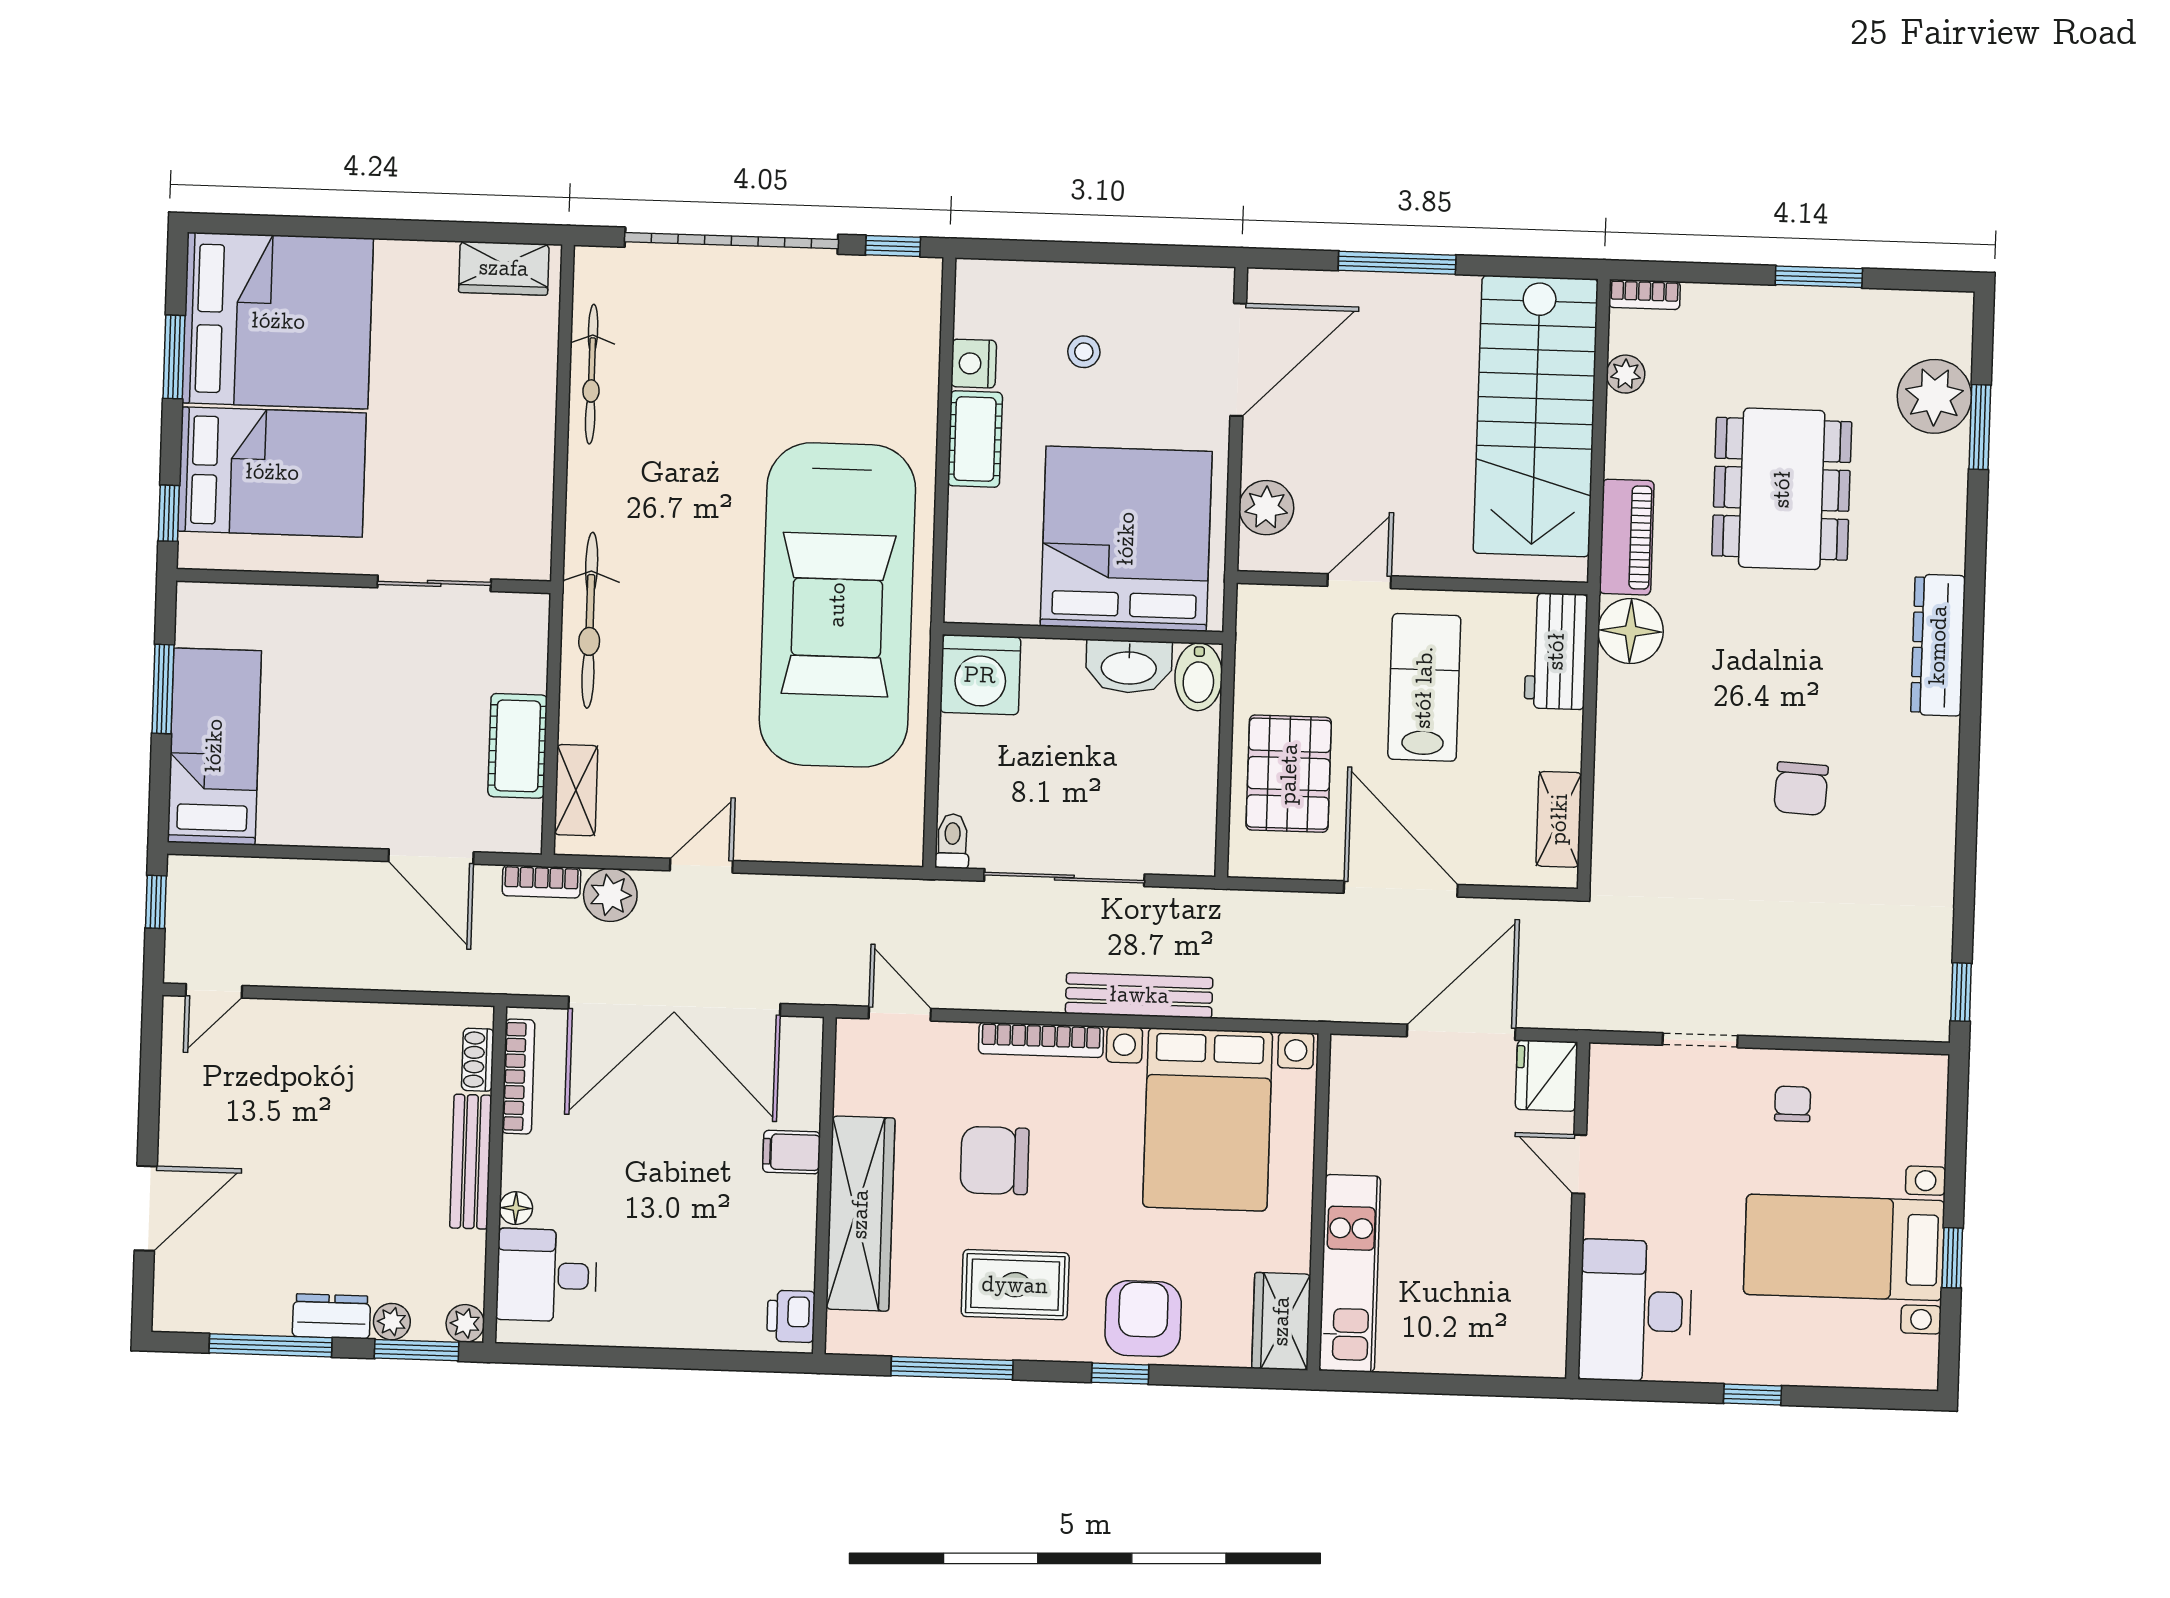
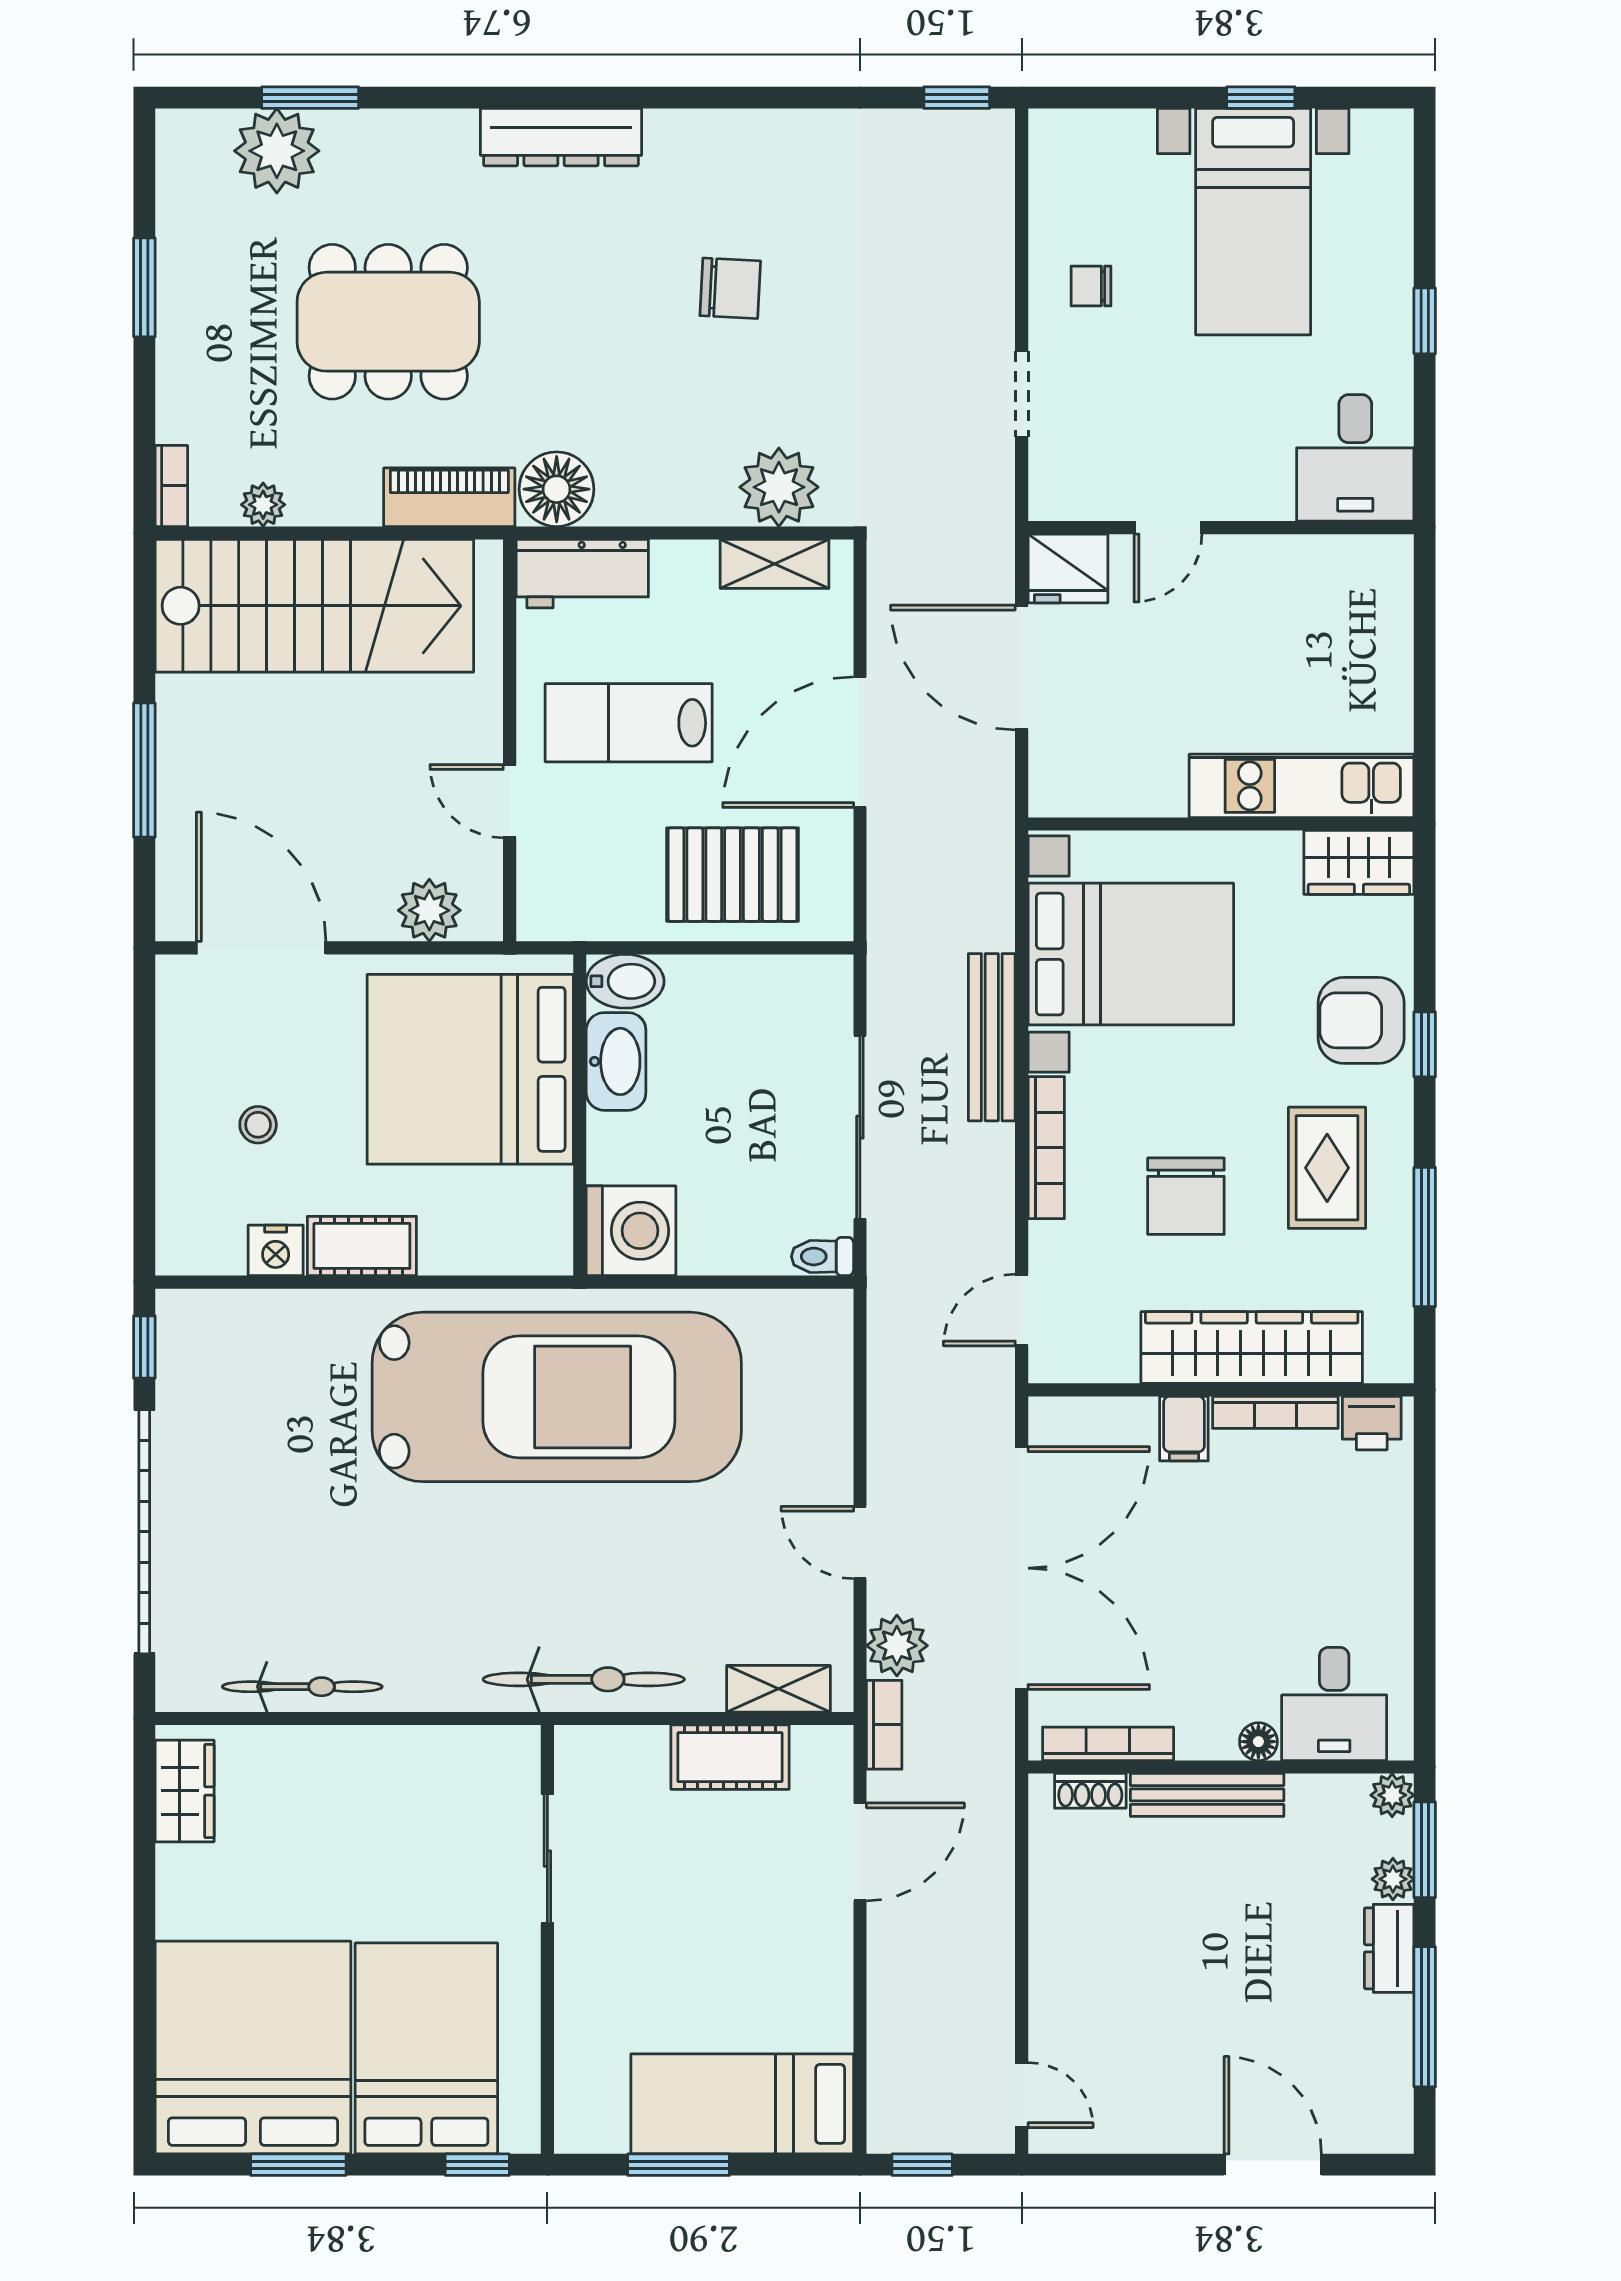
plant: (1626, 825) -> (779, 487), added
bookcase: (803, 1232) -> (1275, 1412), added
desk: (1635, 1311) -> (1355, 458), width x0.73

